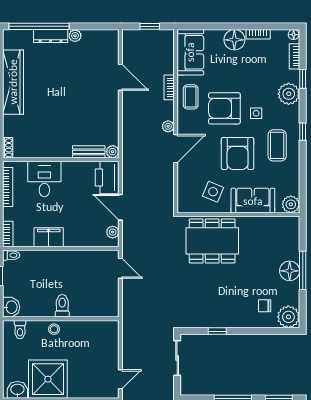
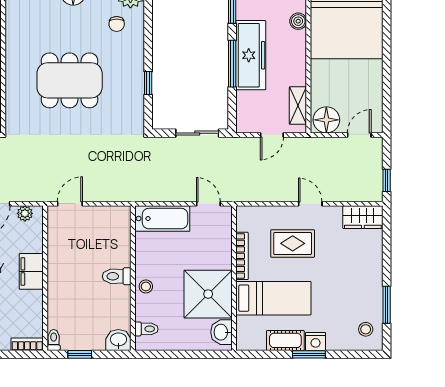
filing cabinet: (49, 237) -> (31, 271), moved
dining table: (212, 241) -> (70, 80), moved, turned 90
bathtub: (109, 342) -> (162, 219), added
sliding door: (177, 358) -> (197, 133), moved

